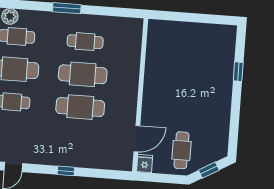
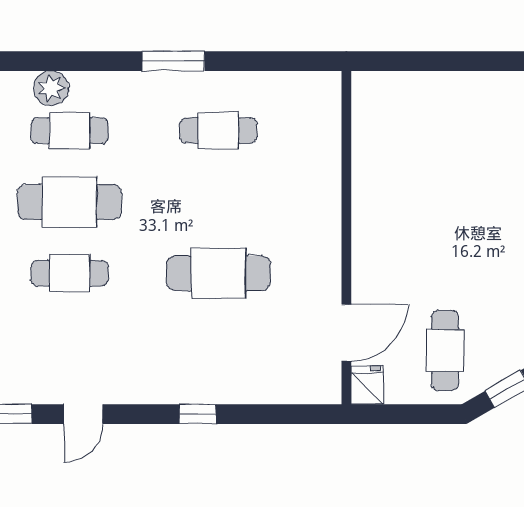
cafe table: (83, 74) -> (218, 202), removed

